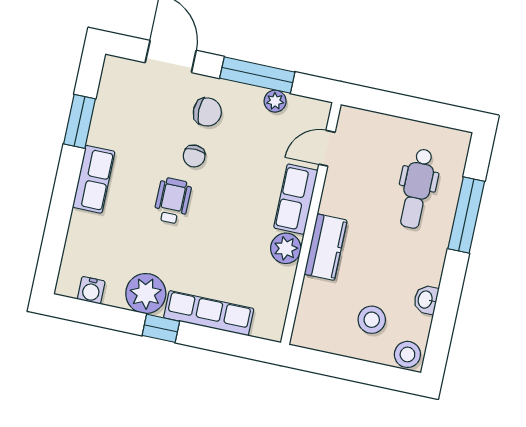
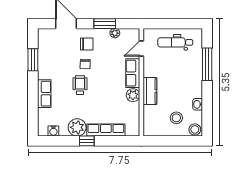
window: (257, 75) -> (105, 24), width x0.69
row of seats: (94, 179) -> (44, 94), moved
dental chair: (417, 189) -> (175, 42), moved, turned 90

